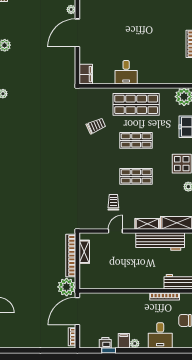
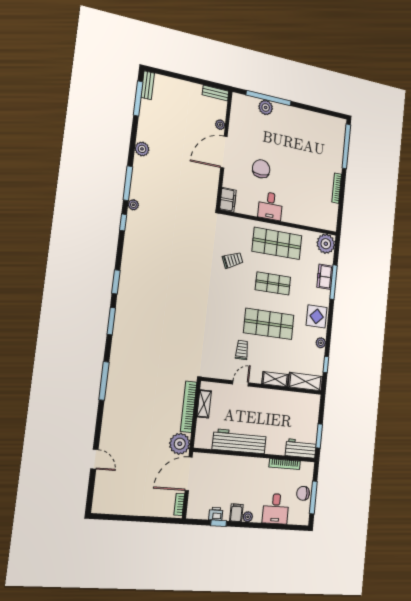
chair: (114, 41) -> (261, 169), added
shop shelf: (136, 176) -> (269, 324), width x1.43, depth x1.36
workbench: (160, 242) -> (239, 441), moved, turned 180

